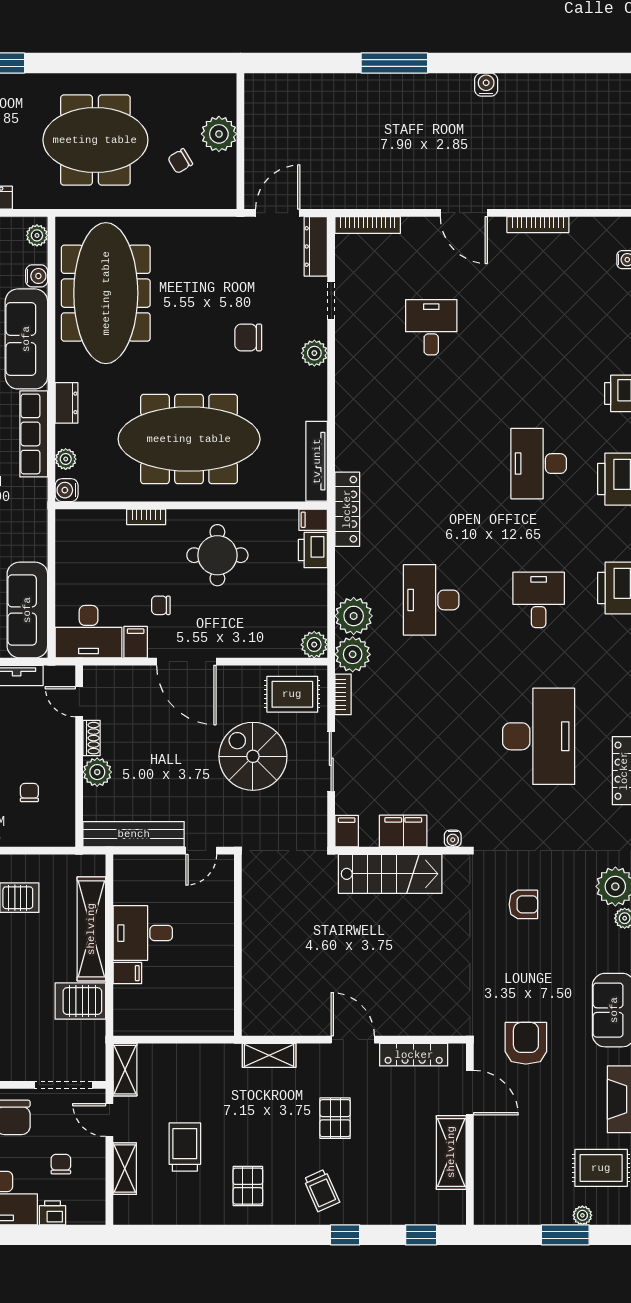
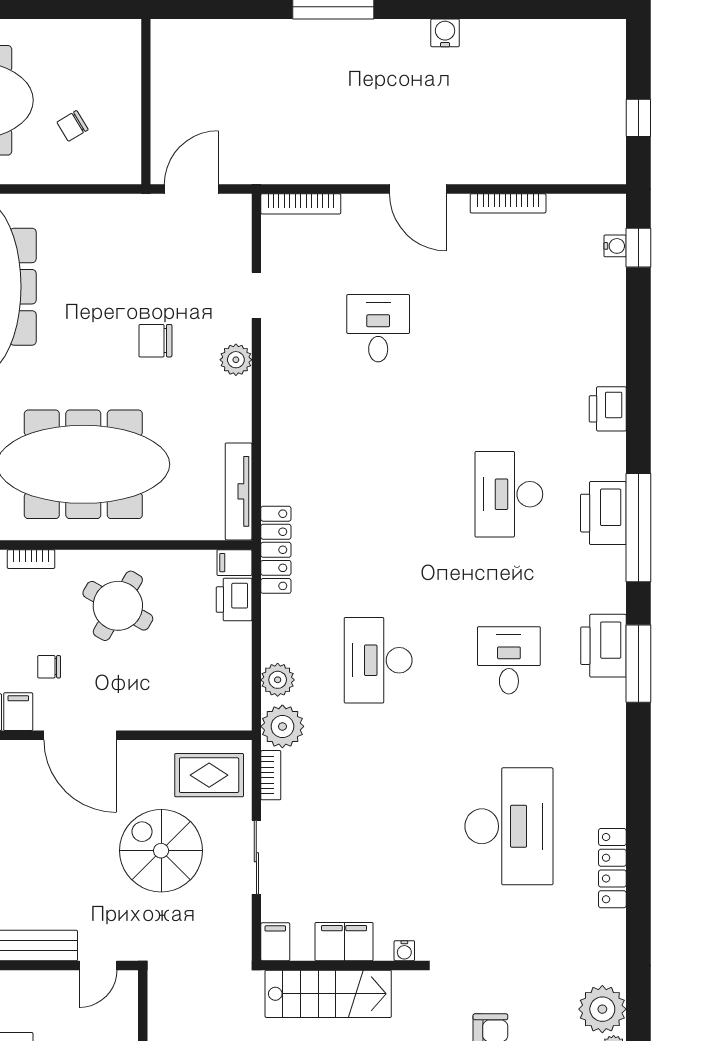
plant: (219, 134) -> (120, 93), removed
dresser: (316, 246) -> (238, 230), removed
round table: (217, 555) -> (118, 606), turned 30
plant: (354, 616) -> (278, 680), width x0.73, depth x0.73
plant: (314, 645) -> (236, 715), removed

